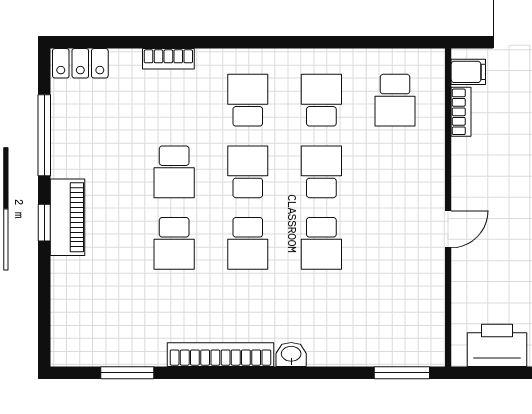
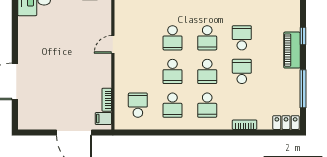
window: (44, 223) -> (303, 36), moved
school desk: (248, 243) -> (207, 38), turned 180
school desk: (321, 243) -> (173, 38), turned 180

